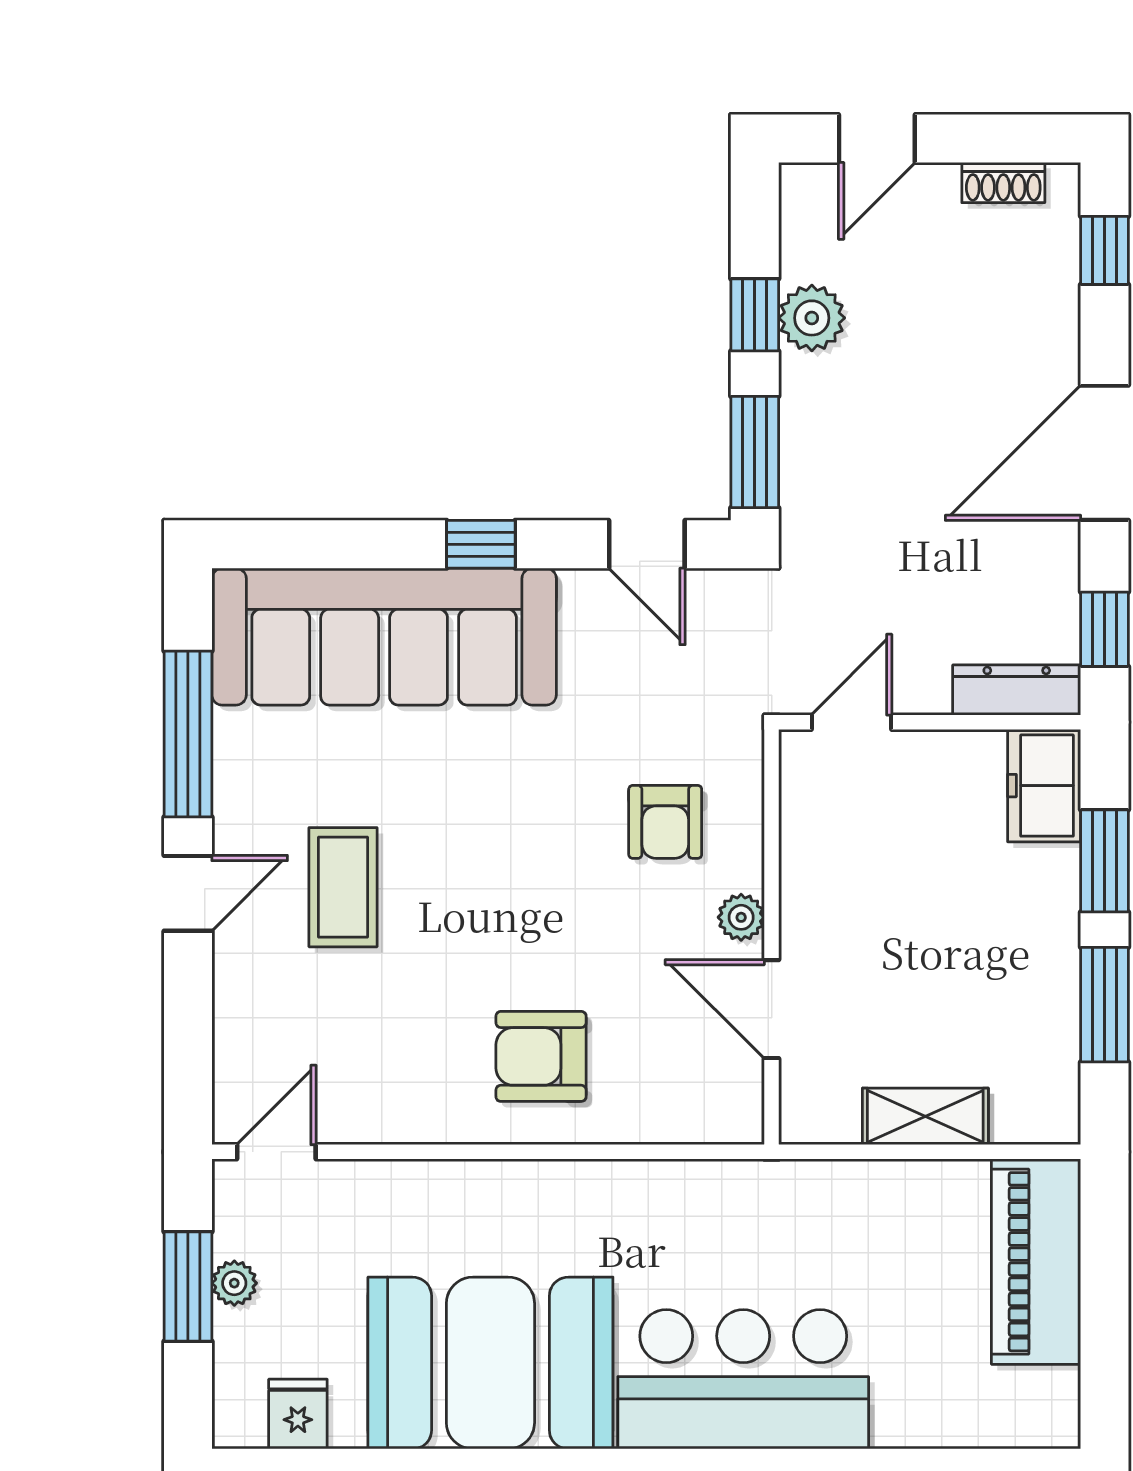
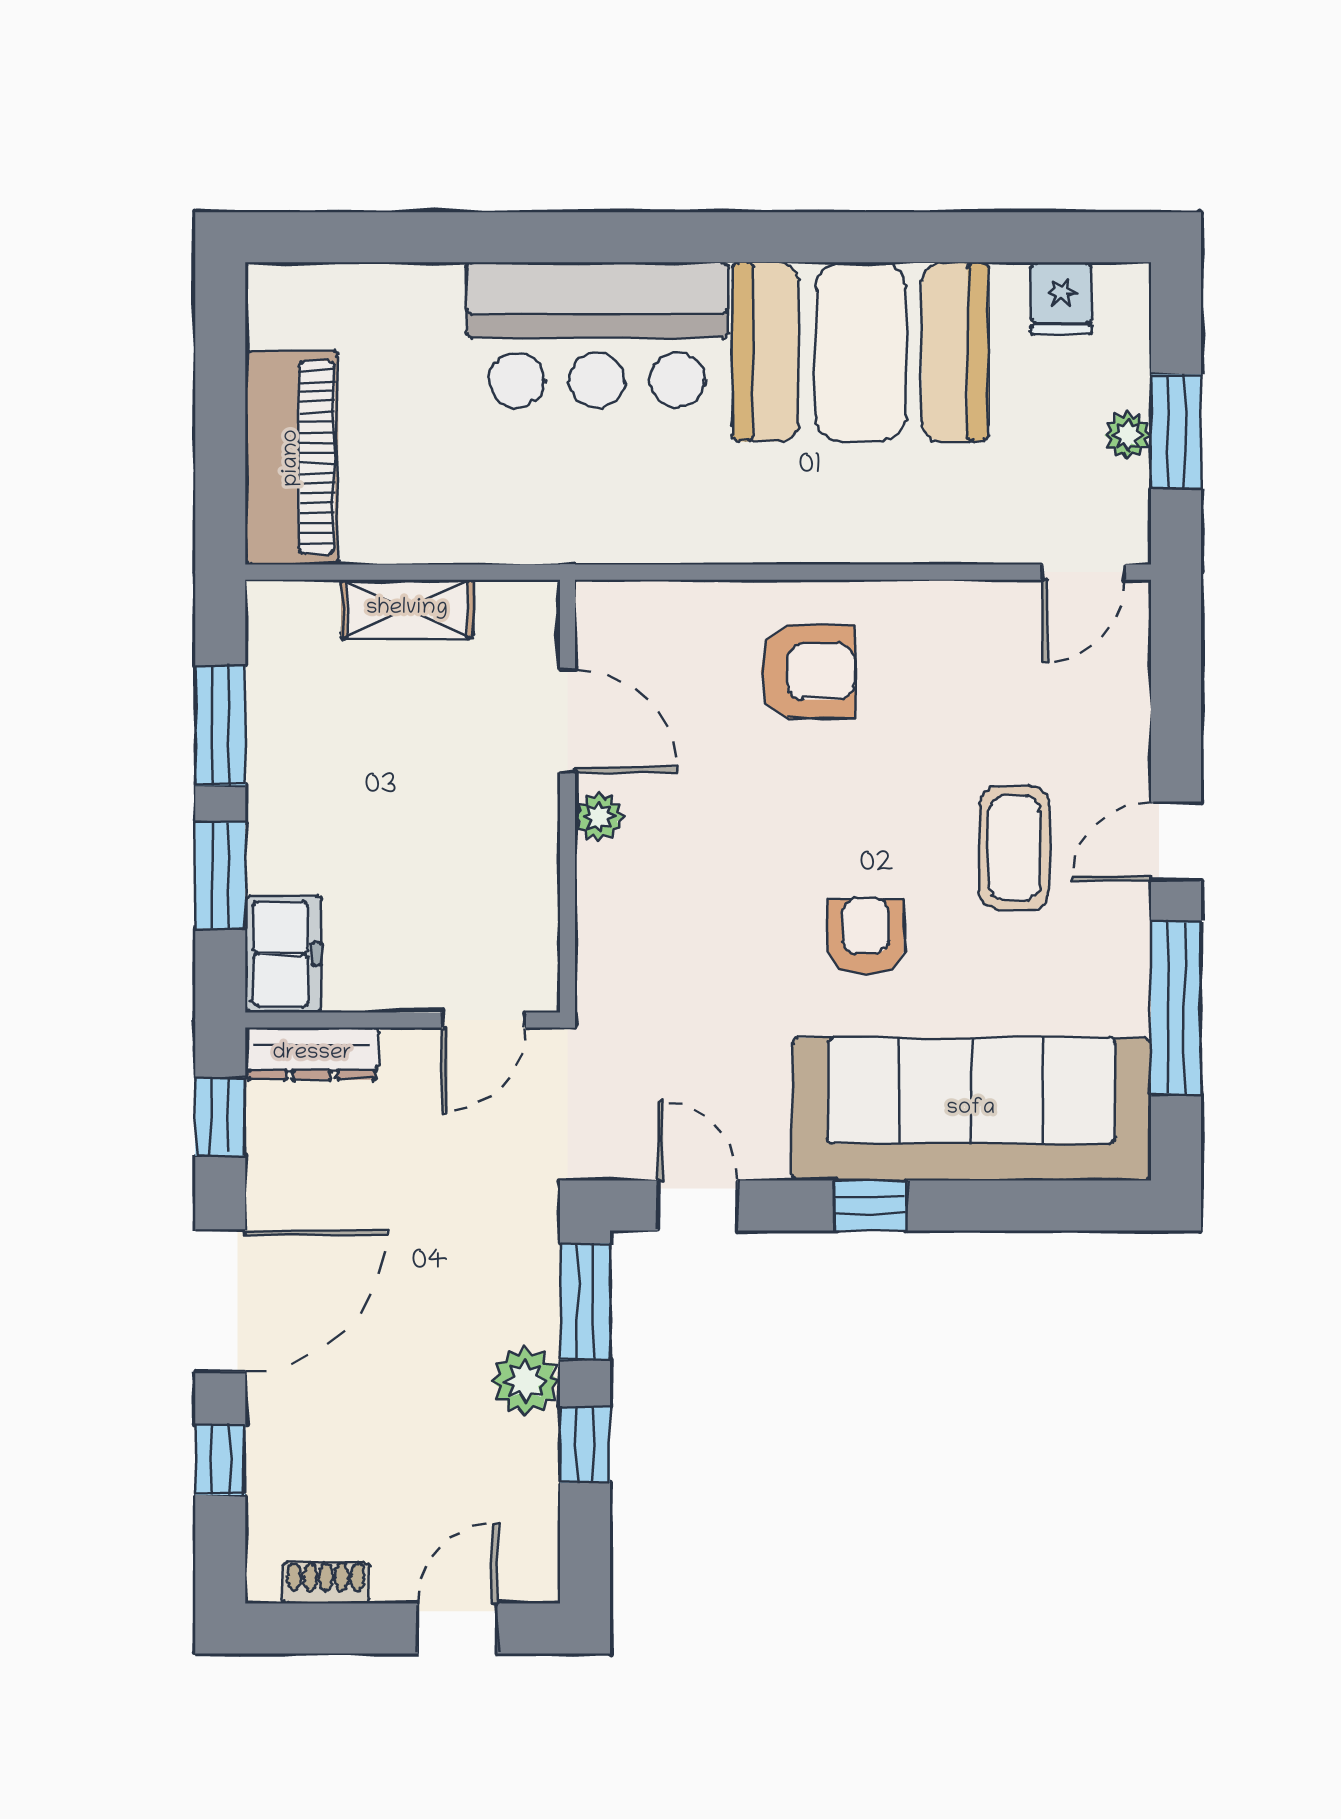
window: (1104, 250) -> (220, 1459), moved
plant: (812, 318) -> (526, 1381), moved
armchair: (665, 822) -> (866, 937), moved

